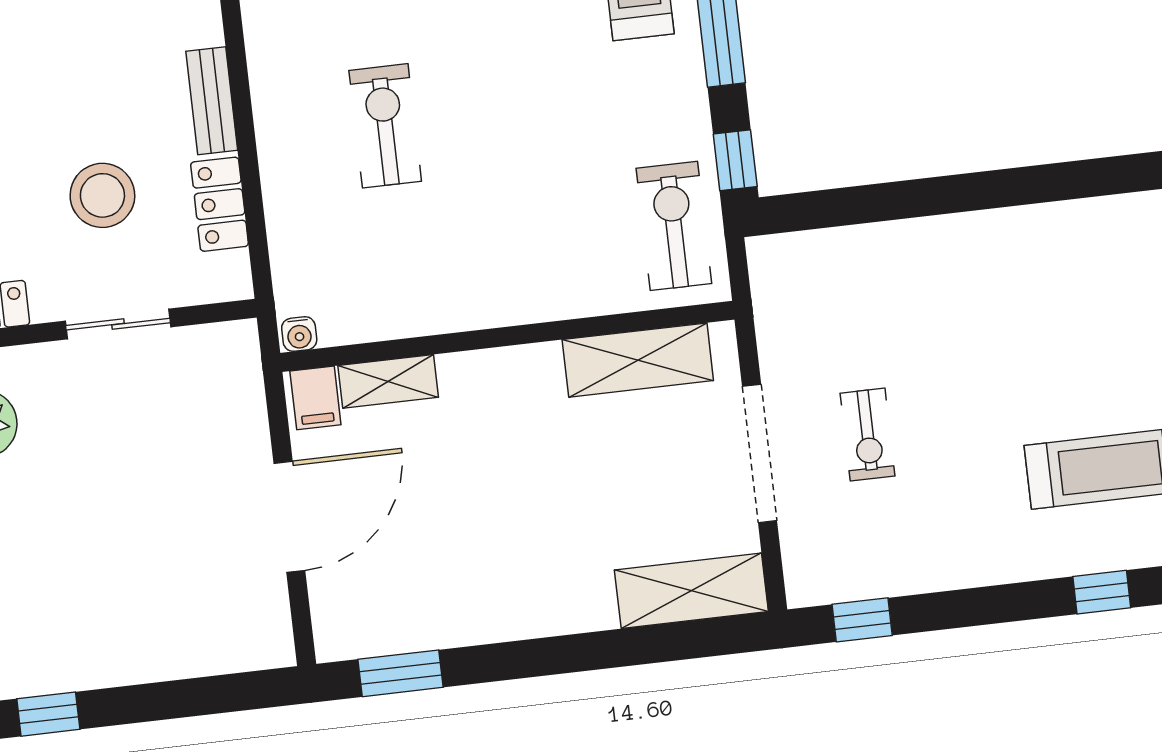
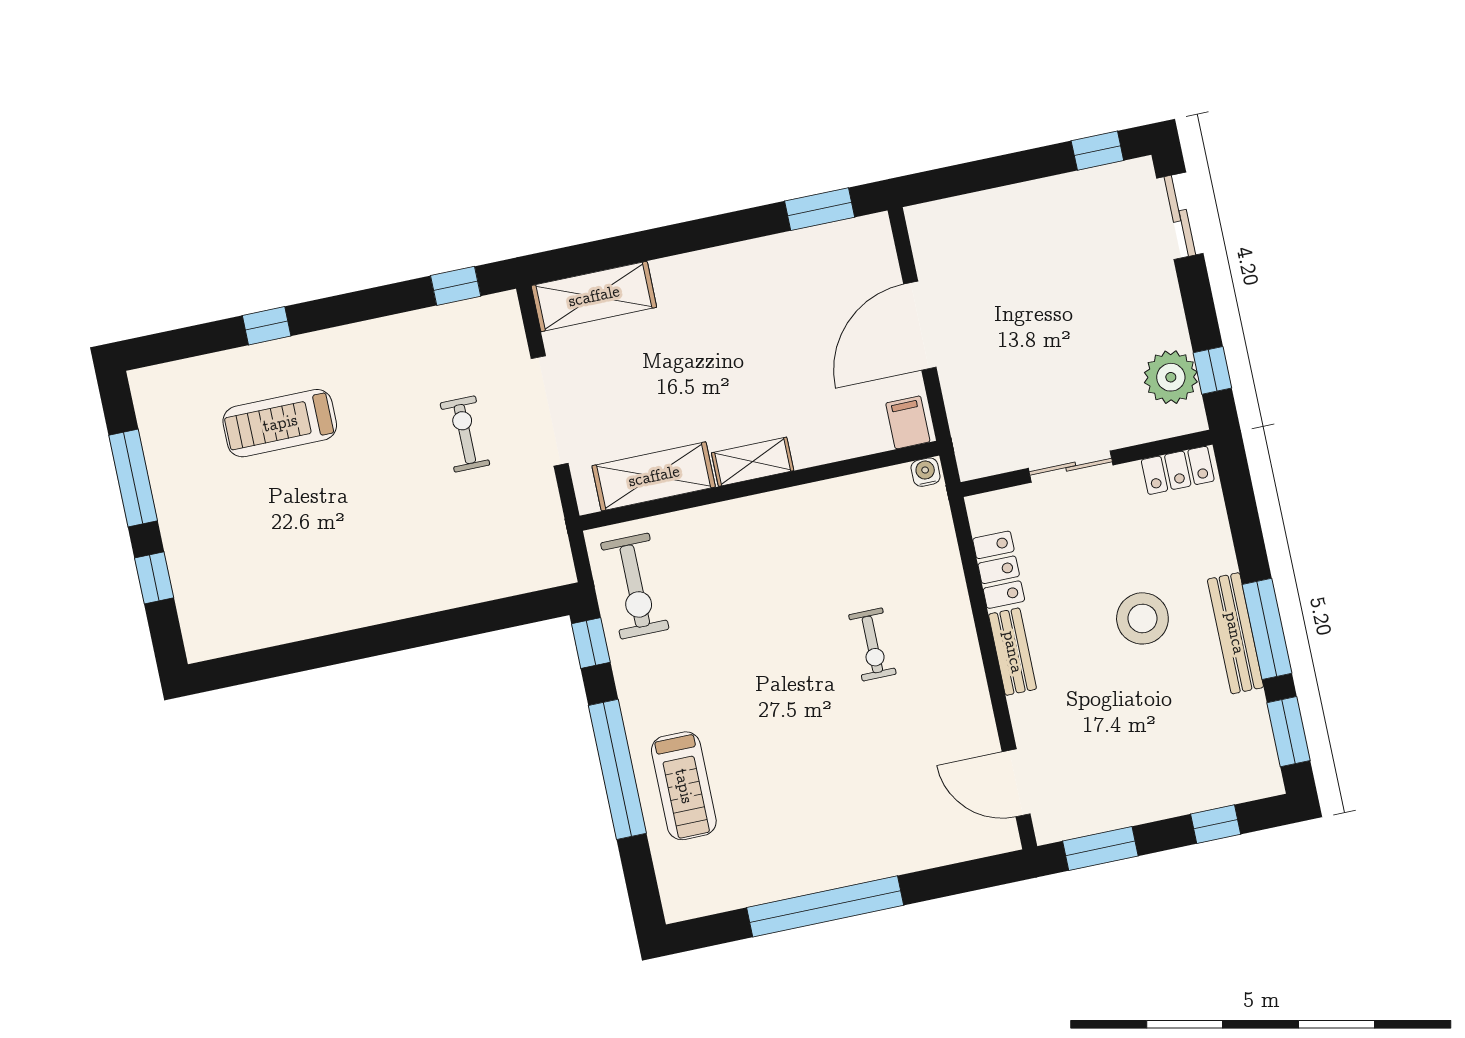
exercise bike: (385, 126) -> (872, 645), width x0.73, depth x0.72
stool: (102, 195) -> (1142, 618), moved
shelving: (388, 381) -> (753, 462), moved

